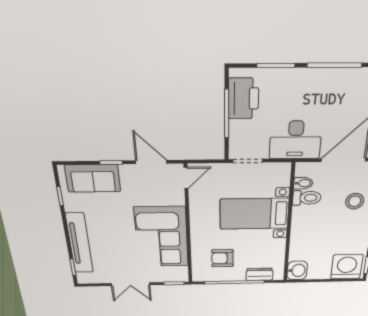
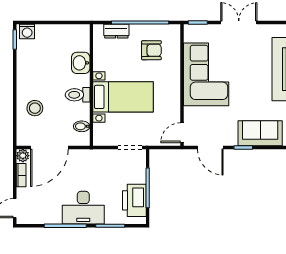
desk: (295, 140) -> (83, 208), moved, turned 180
toilet: (307, 198) -> (78, 95), moved
washing machine: (347, 267) -> (27, 31), width x0.53, depth x0.53
washbasin: (297, 270) -> (81, 63), moved

